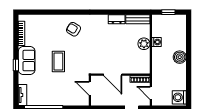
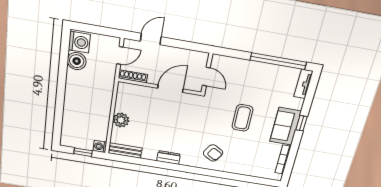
dresser: (117, 19) -> (169, 158), moved
washing machine: (156, 42) -> (100, 146), moved
boiler: (180, 57) -> (77, 61), moved
door: (113, 75) -> (170, 89), hinge flipped
door: (151, 93) -> (120, 55), hinge flipped

